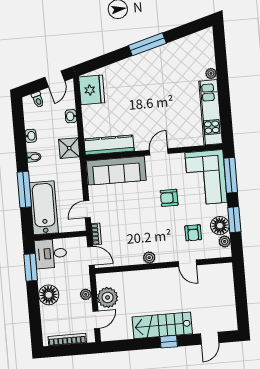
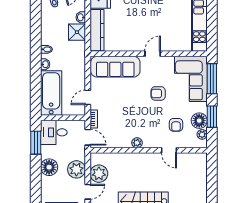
washbasin: (31, 136) -> (45, 64), moved
kitchen counter: (109, 145) -> (97, 30), moved, turned 90
shower: (69, 148) -> (77, 32), moved
window: (24, 190) -> (36, 76), removed
plant: (86, 294) -> (76, 169), width x1.88, depth x1.88

